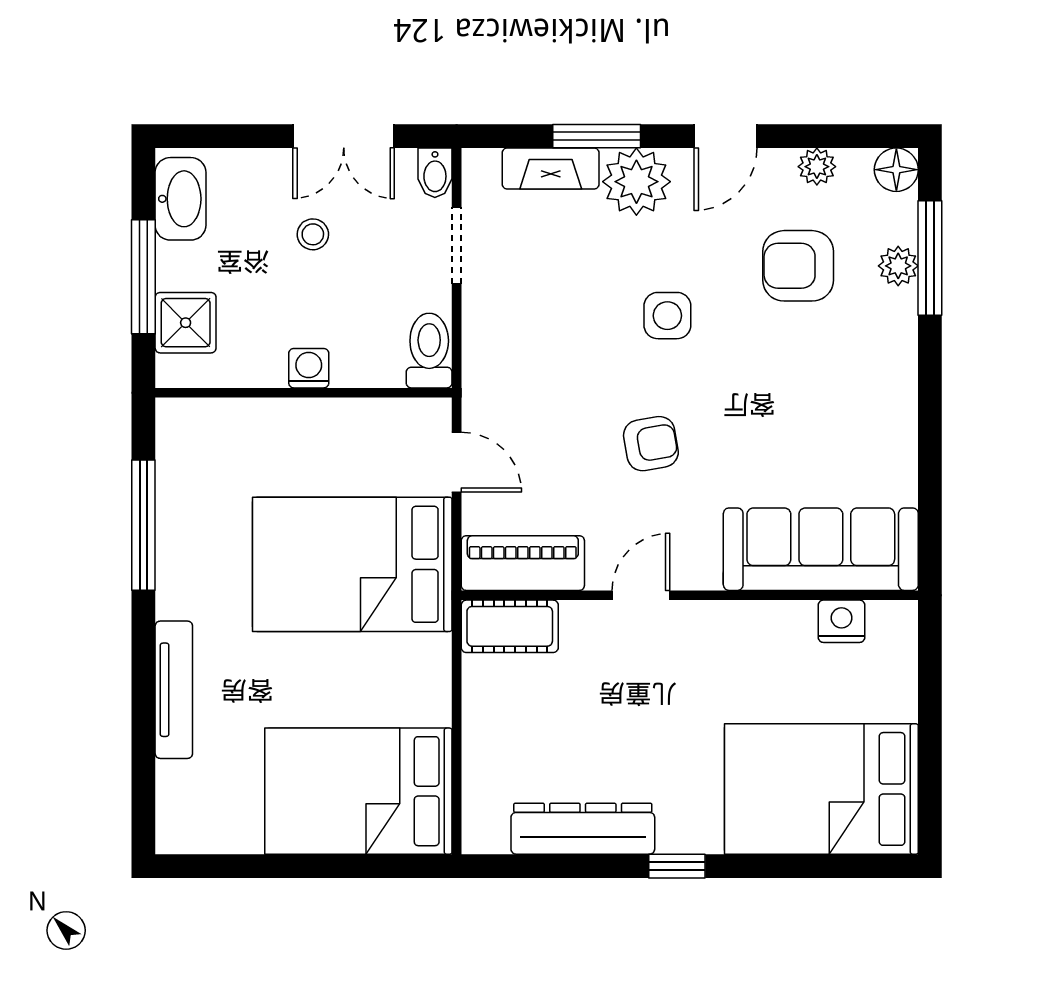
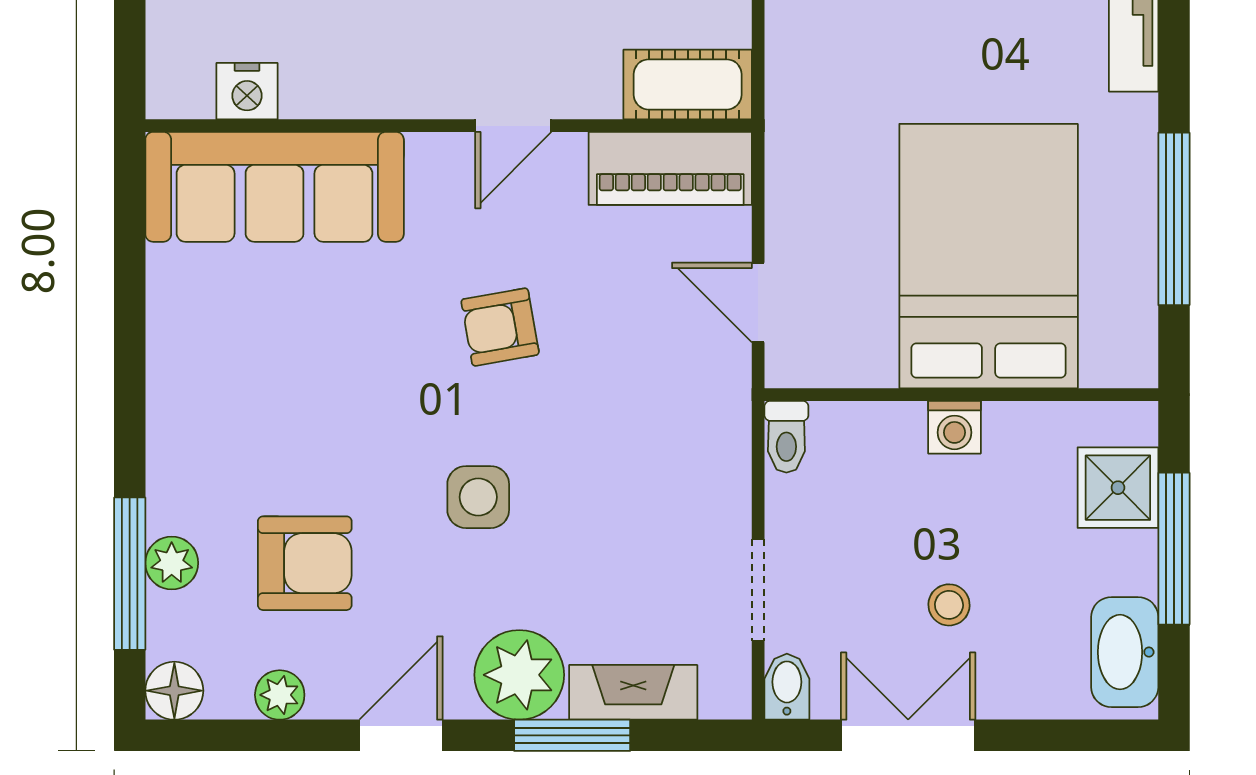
toilet: (429, 351) -> (786, 437), width x0.73, depth x0.72
bed: (352, 564) -> (989, 256), moved, turned -90

